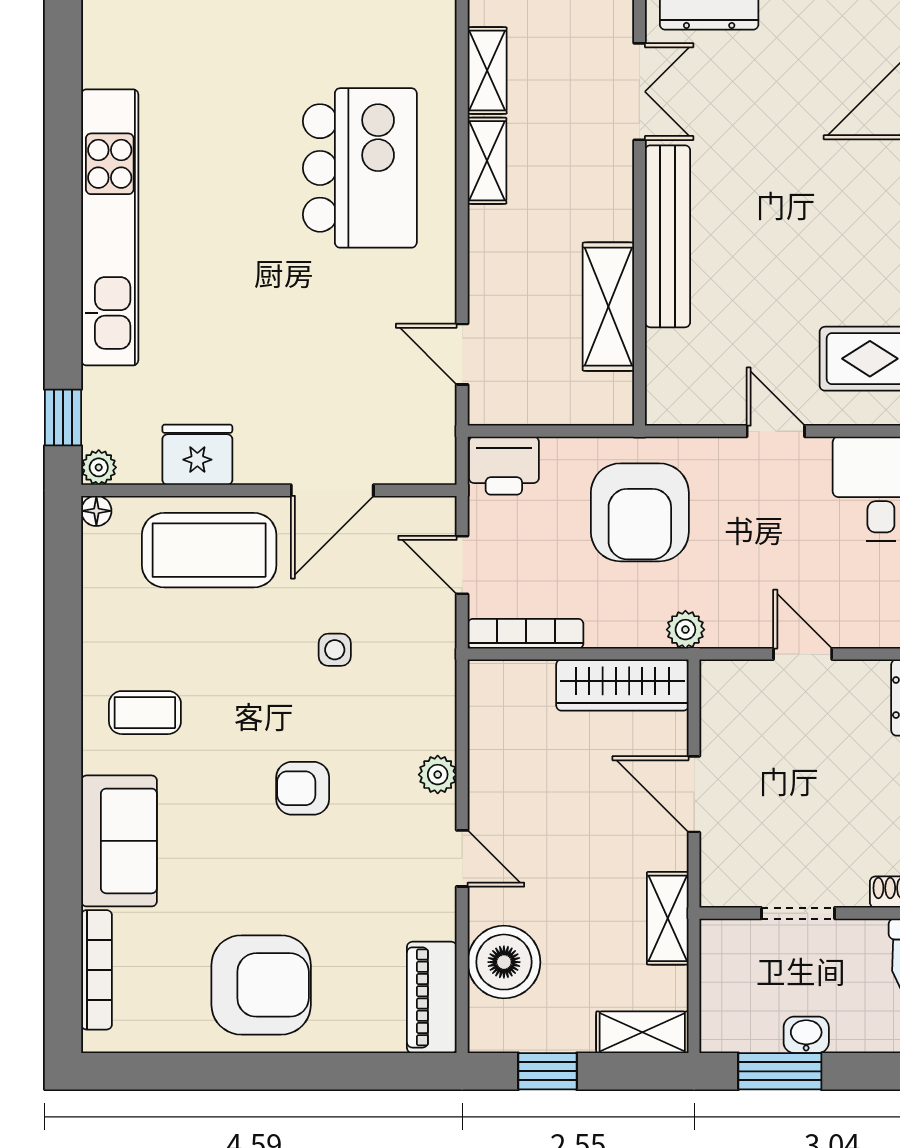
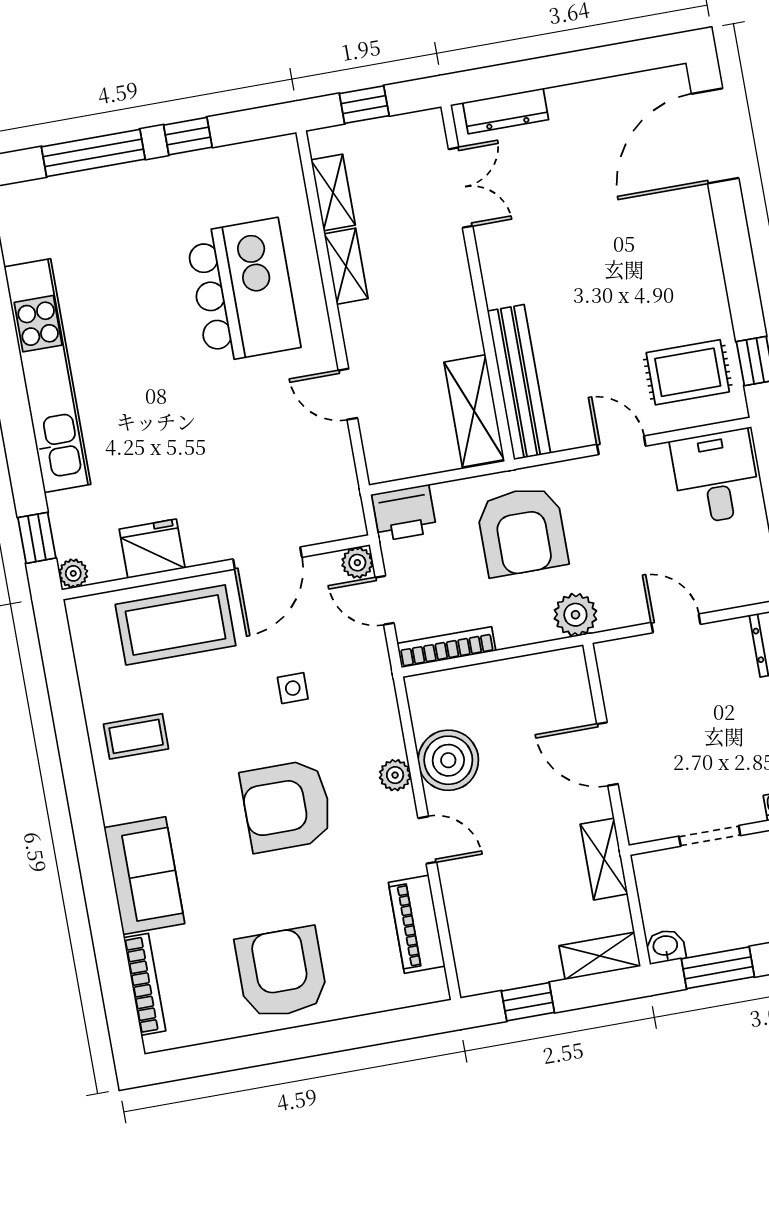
bench: (668, 236) -> (519, 382), moved
shelving: (608, 307) -> (474, 411), moved
door: (462, 354) -> (348, 394), moved
floor lamp: (96, 511) -> (78, 609), removed
plant: (438, 515) -> (357, 563), added
plant: (685, 630) -> (575, 615), width x1.38, depth x1.38
wardrobe: (622, 685) -> (533, 675), removed
coffee table: (145, 713) -> (136, 736), moved
armchair: (303, 788) -> (287, 806), width x1.88, depth x1.88
boiler: (504, 962) -> (448, 760), moved
armchair: (261, 985) -> (281, 973), turned -90
piano: (432, 997) -> (417, 924), moved
washbasin: (806, 1035) -> (665, 946), moved

